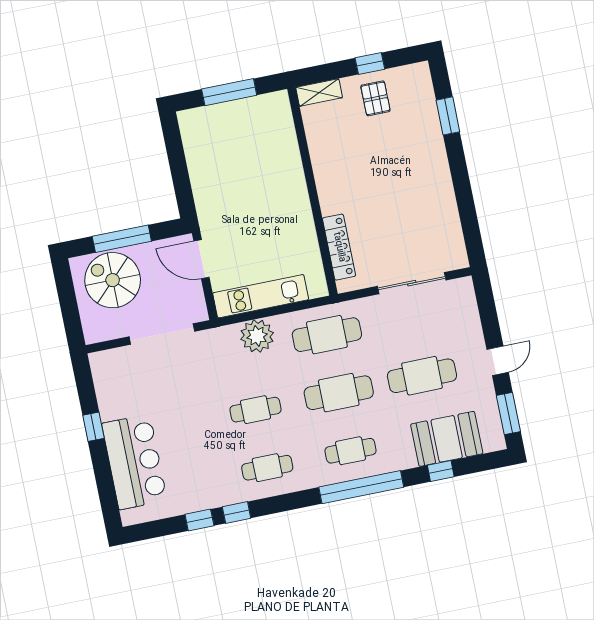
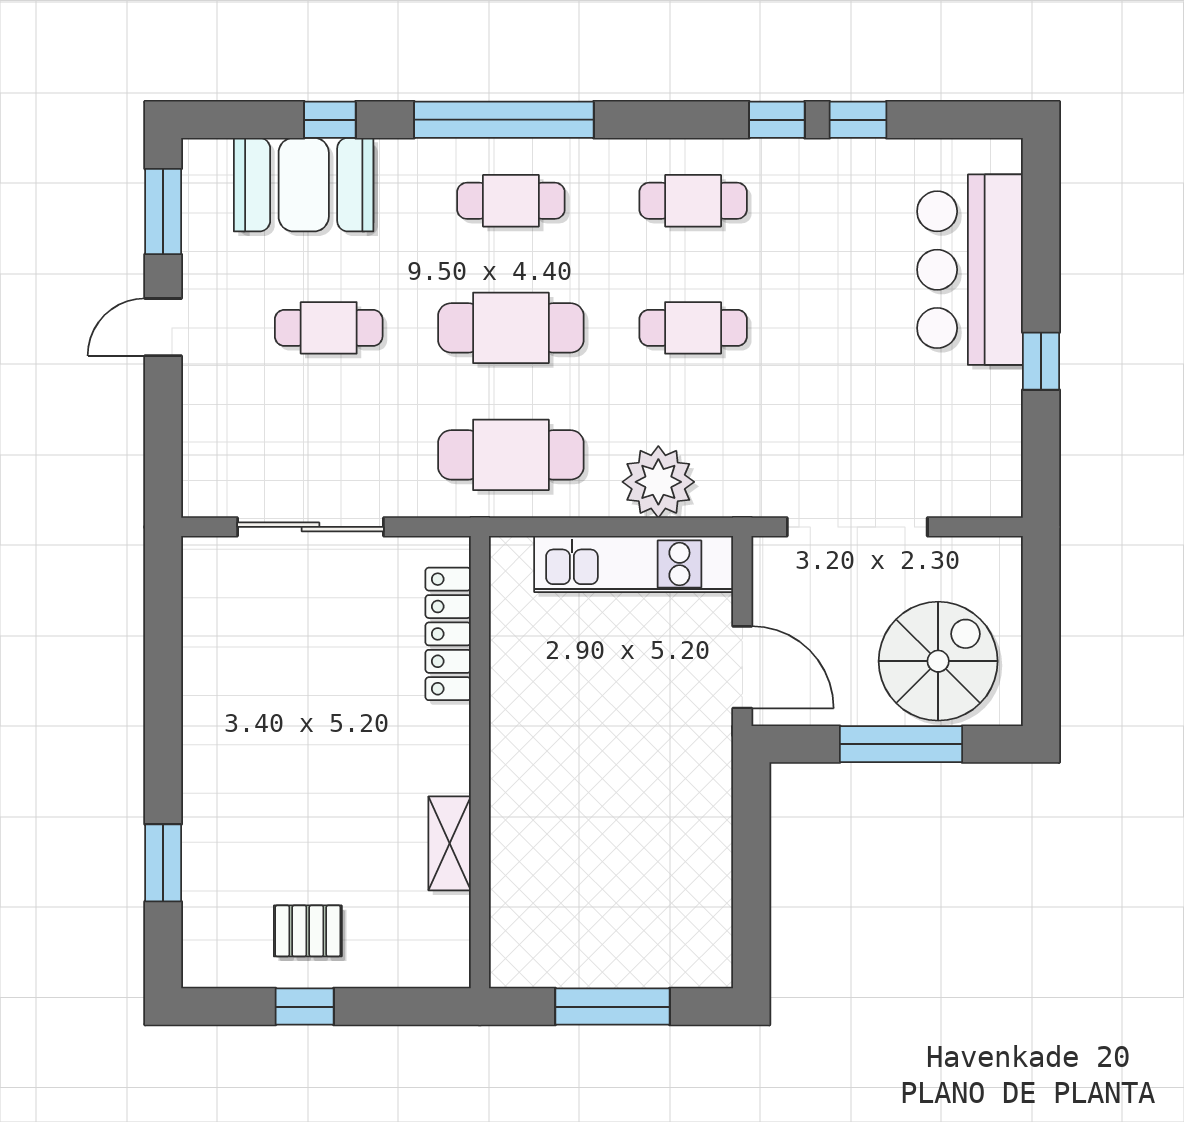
shelving: (319, 92) -> (450, 843), moved, turned 90
pallet: (375, 98) -> (308, 931), turned 90
spiral stairs: (113, 280) -> (938, 661), turned -90
cafe table: (422, 376) -> (329, 328), width x0.73, depth x0.74

